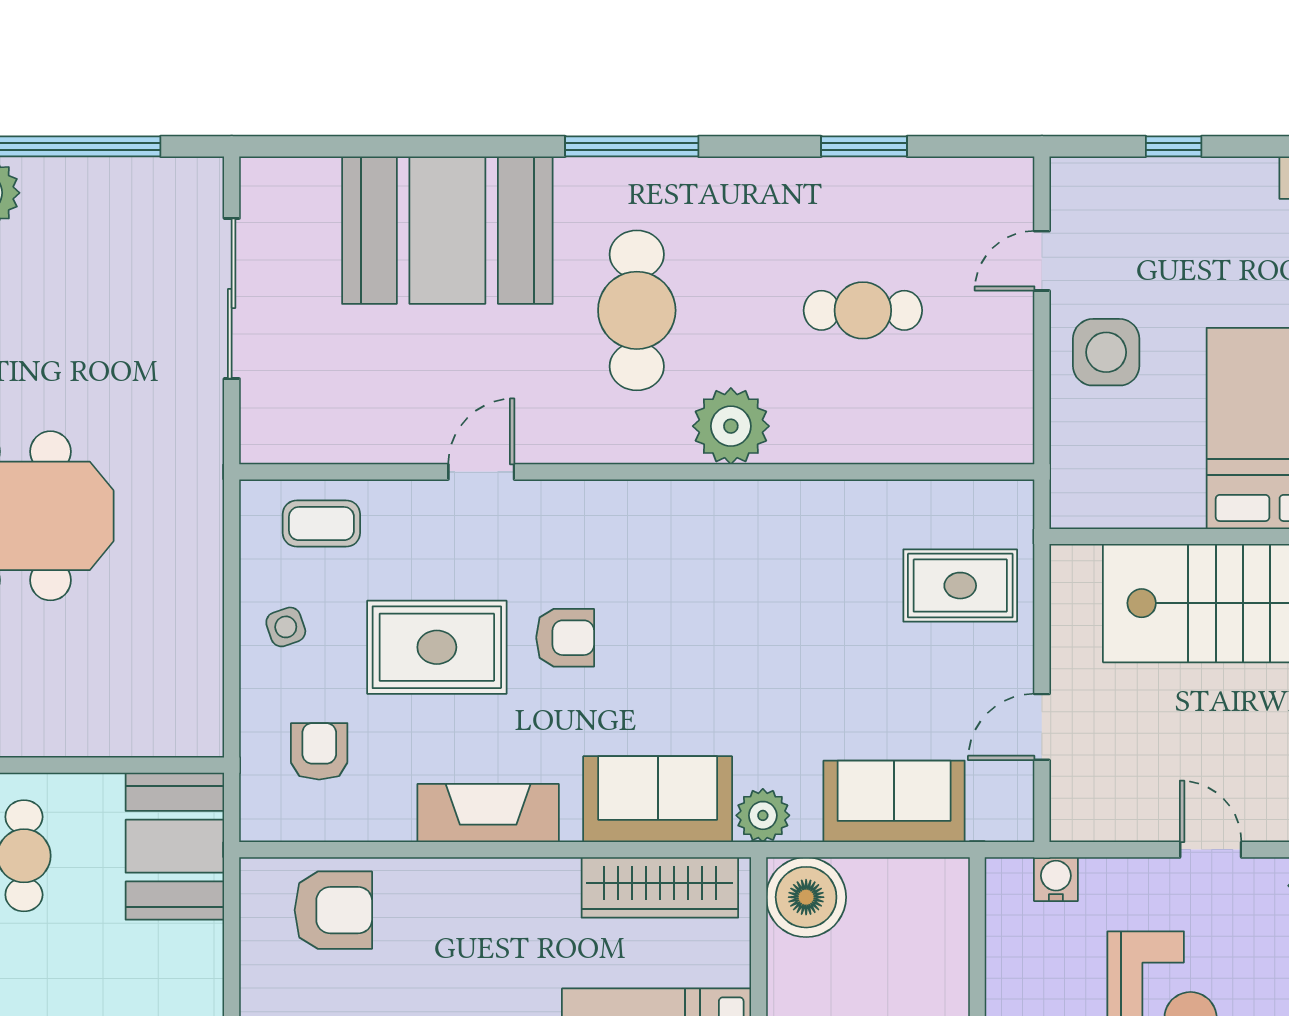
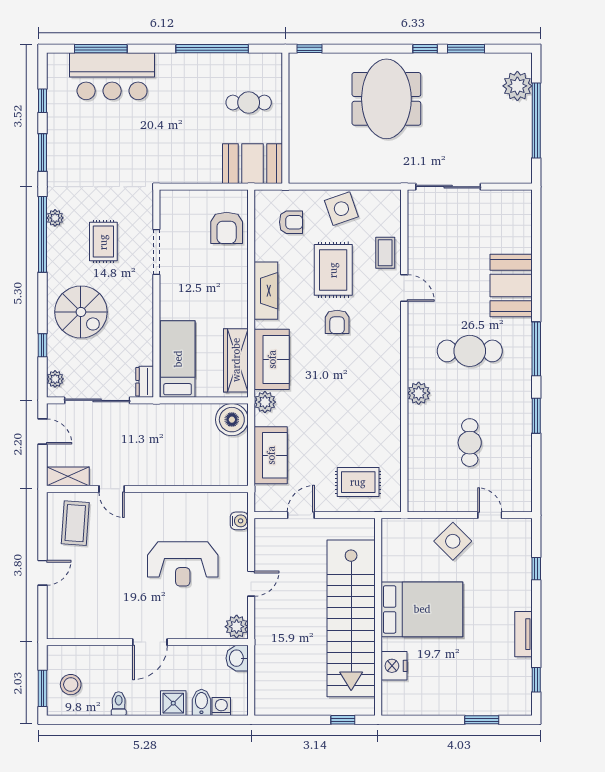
window: (864, 146) -> (536, 416), moved
booth: (447, 230) -> (511, 285), width x0.73, depth x0.70
sliding door: (232, 298) -> (448, 187), moved
side table: (1106, 352) -> (453, 541), turned 45
plant: (731, 426) -> (419, 393), width x0.73, depth x0.73
coffee table: (321, 524) -> (385, 253), moved
rug: (960, 586) -> (358, 482), turned 90
side table: (286, 627) -> (341, 209), width x1.87, depth x1.87
door: (1042, 727) -> (301, 515), hinge flipped

